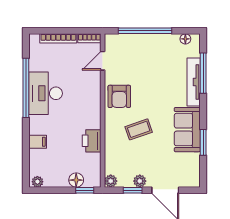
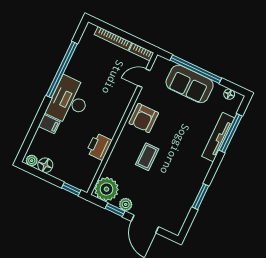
desk: (46, 93) -> (69, 101), moved
coffee table: (139, 129) -> (147, 157), turned -71
sofa: (187, 130) -> (190, 84), moved, turned -90
floor lamp: (76, 180) -> (45, 165), moved
plant: (111, 181) -> (106, 189), width x1.88, depth x1.88

